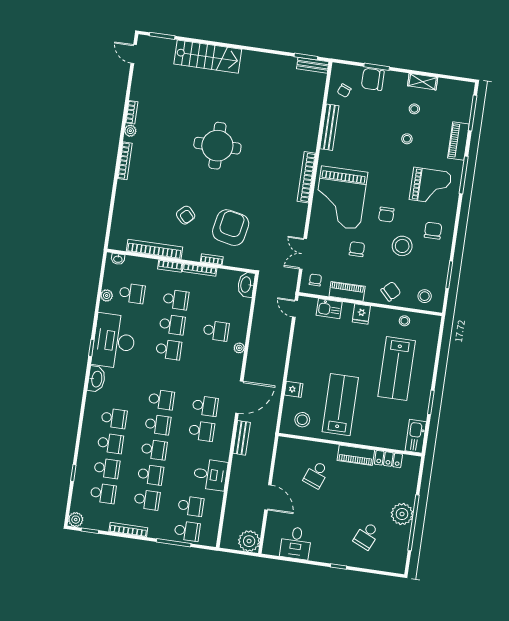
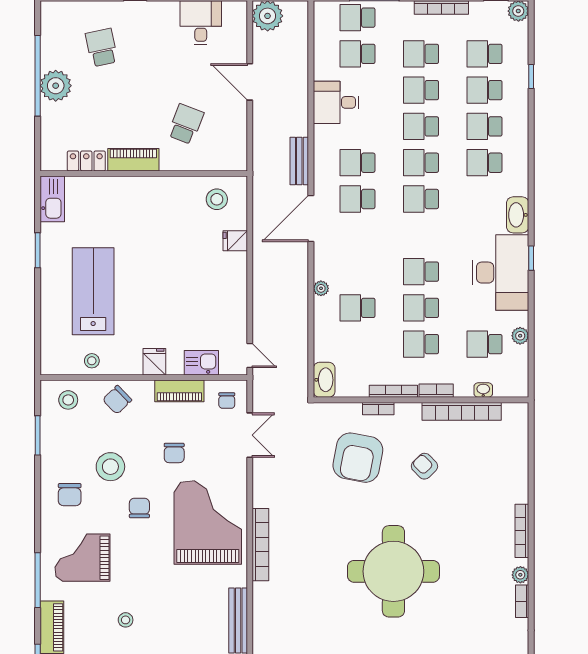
round table: (217, 146) -> (393, 571), width x1.36, depth x1.36
washbasin: (118, 259) -> (483, 390), moved
lab bench: (340, 405) -> (166, 228), removed
school desk: (367, 536) -> (102, 48), turned -36

